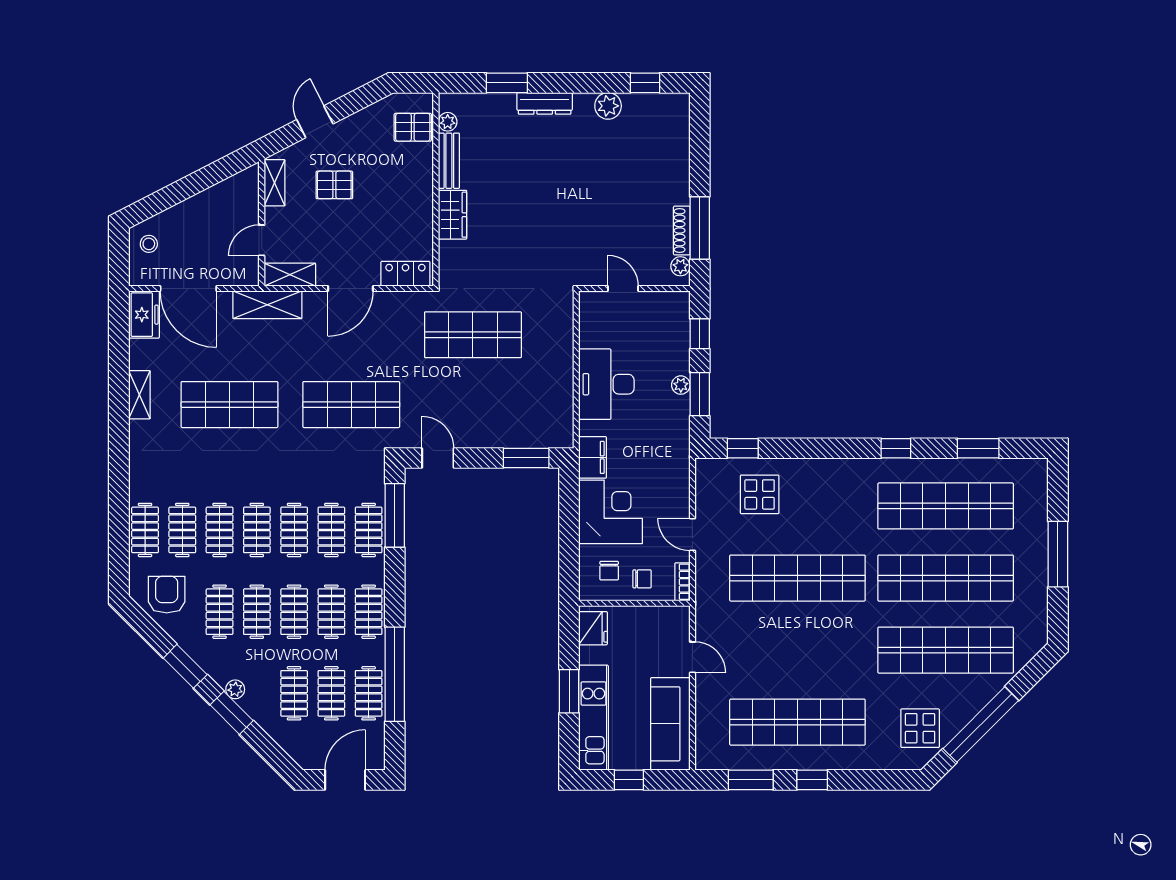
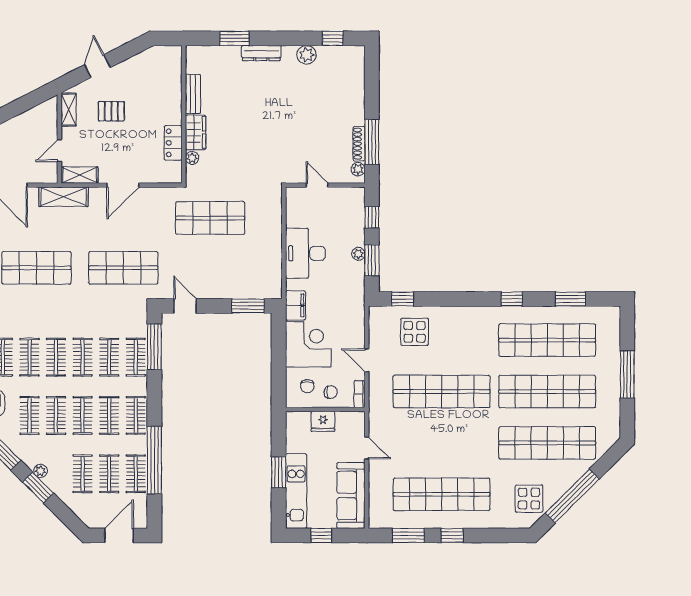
plant: (448, 122) -> (192, 158), moved
pallet: (413, 127) -> (167, 70), removed
locker: (405, 274) -> (173, 143), moved, turned -90
fridge: (593, 628) -> (323, 421), moved, turned 90

